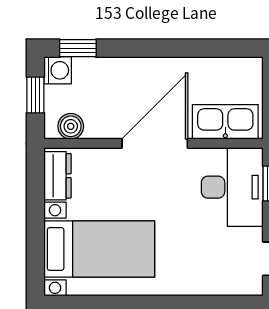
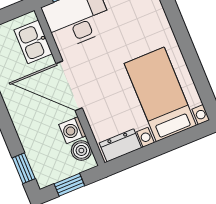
washing machine: (58, 70) -> (72, 130), moved, turned -90
kitchen sink: (225, 122) -> (33, 42), width x0.73

